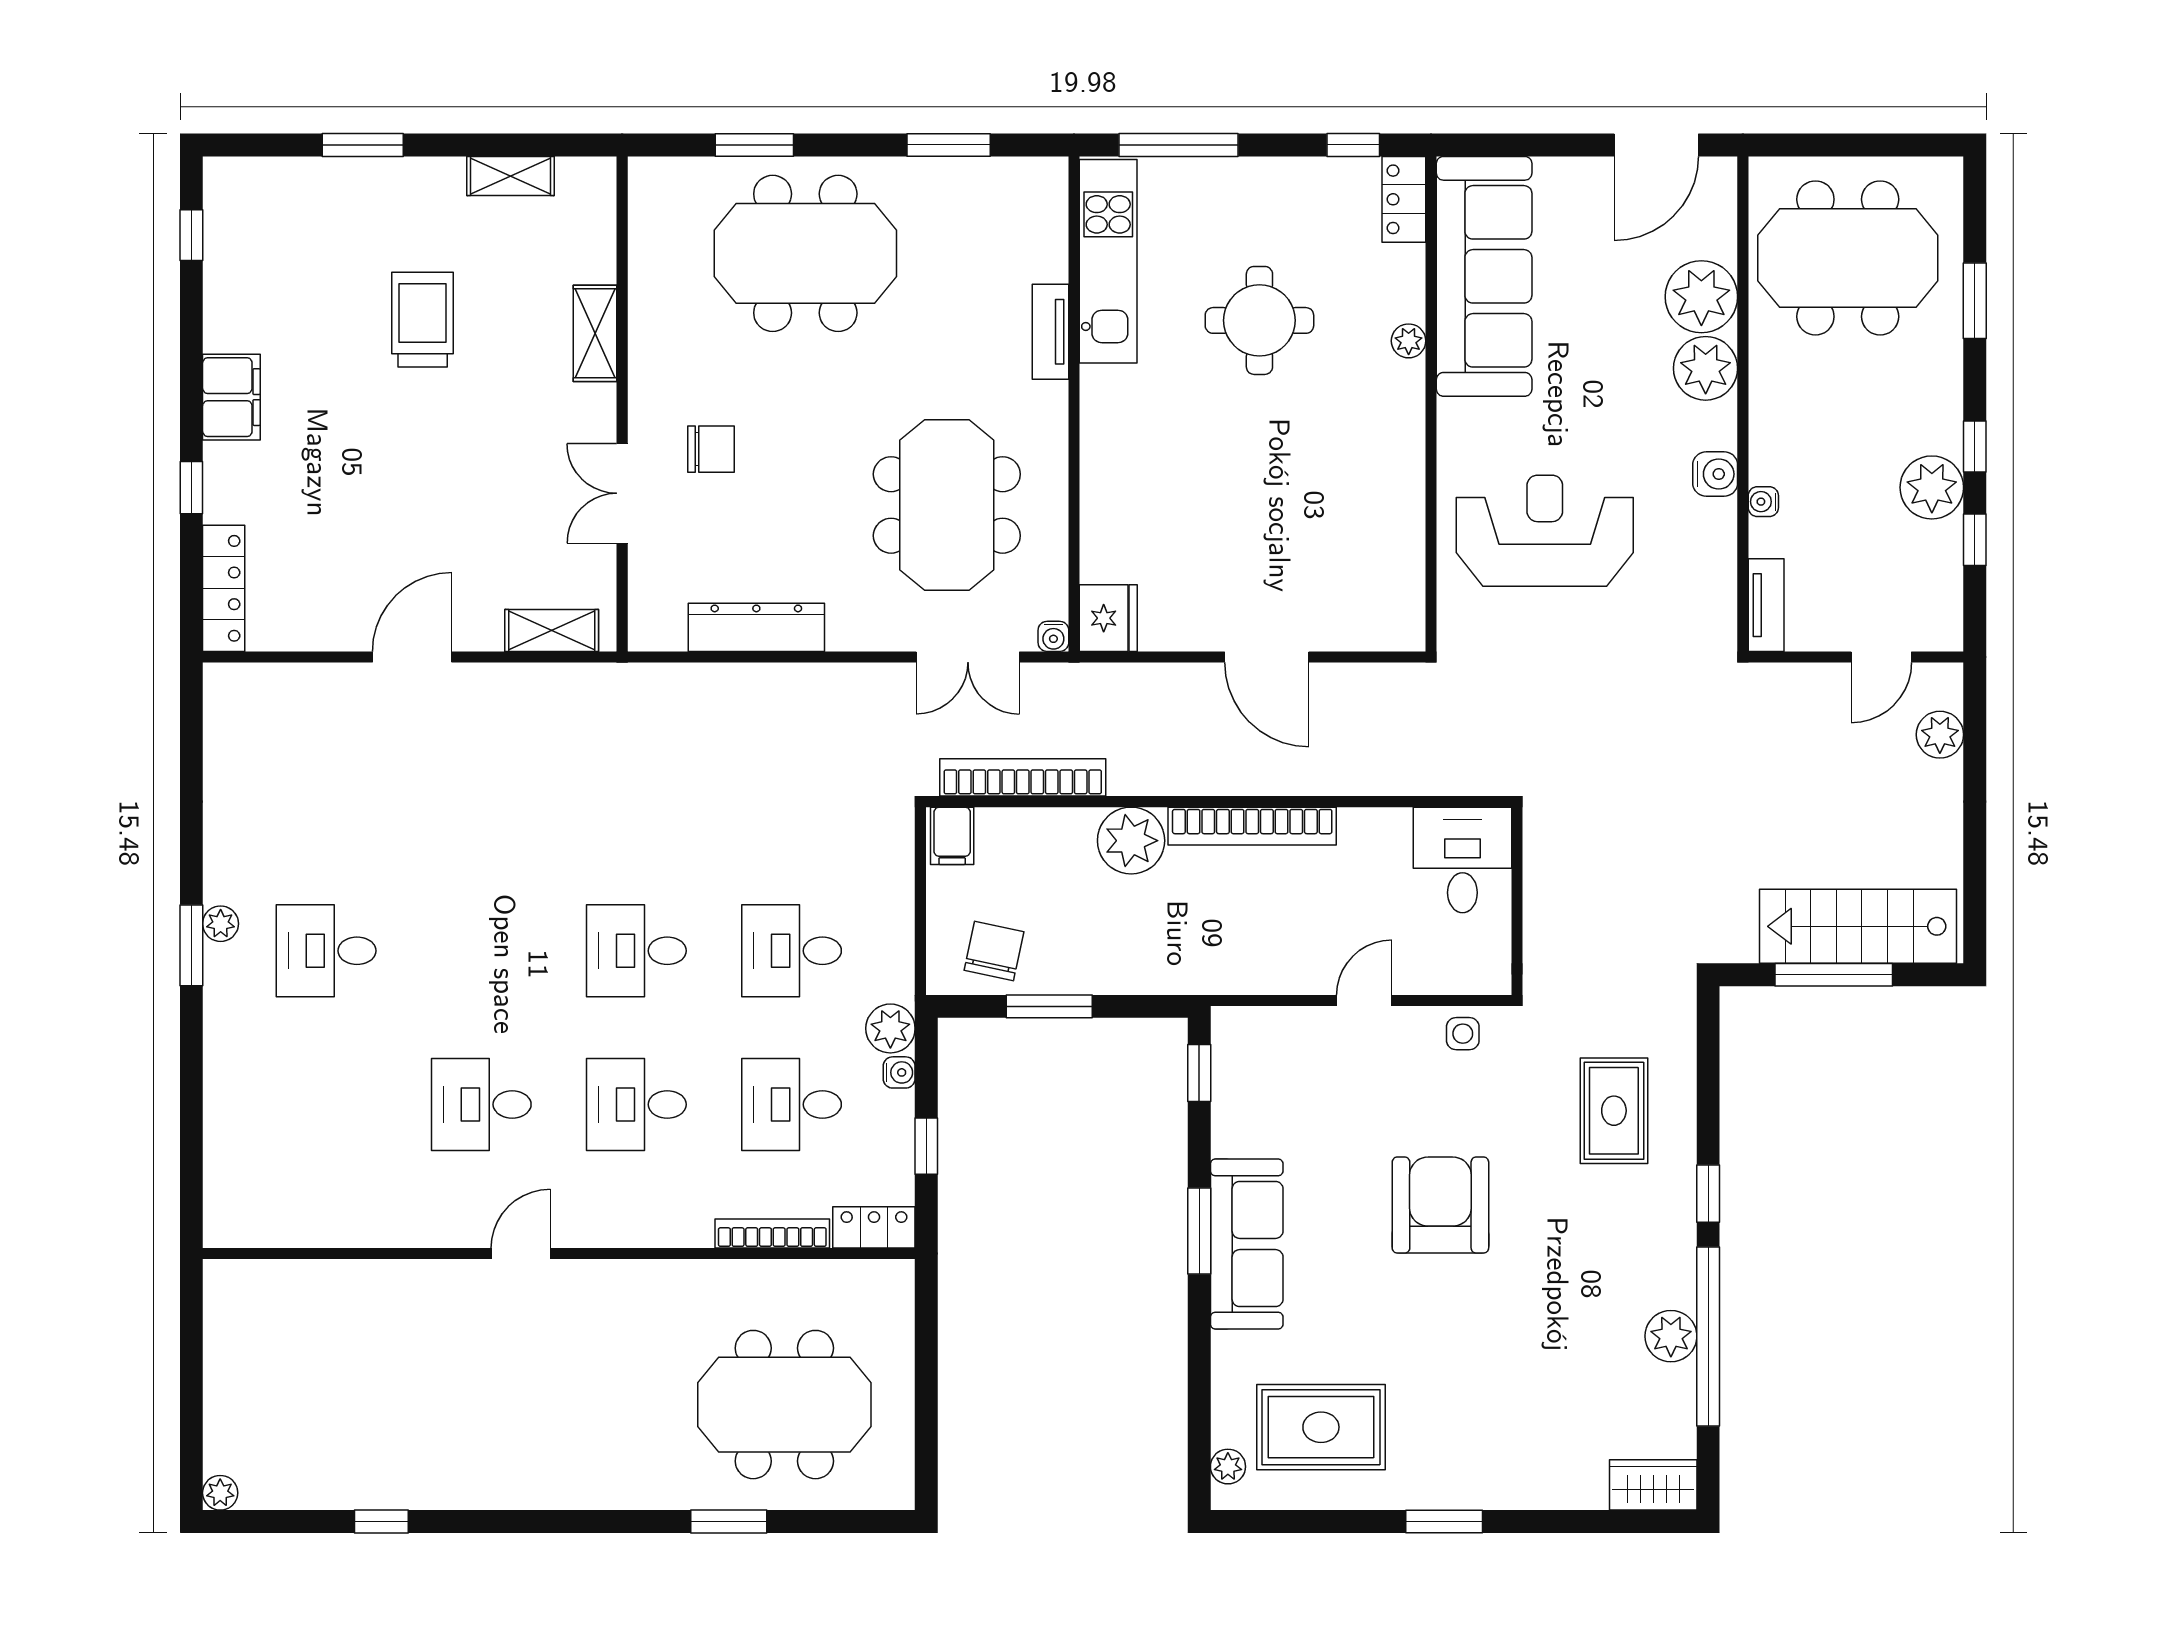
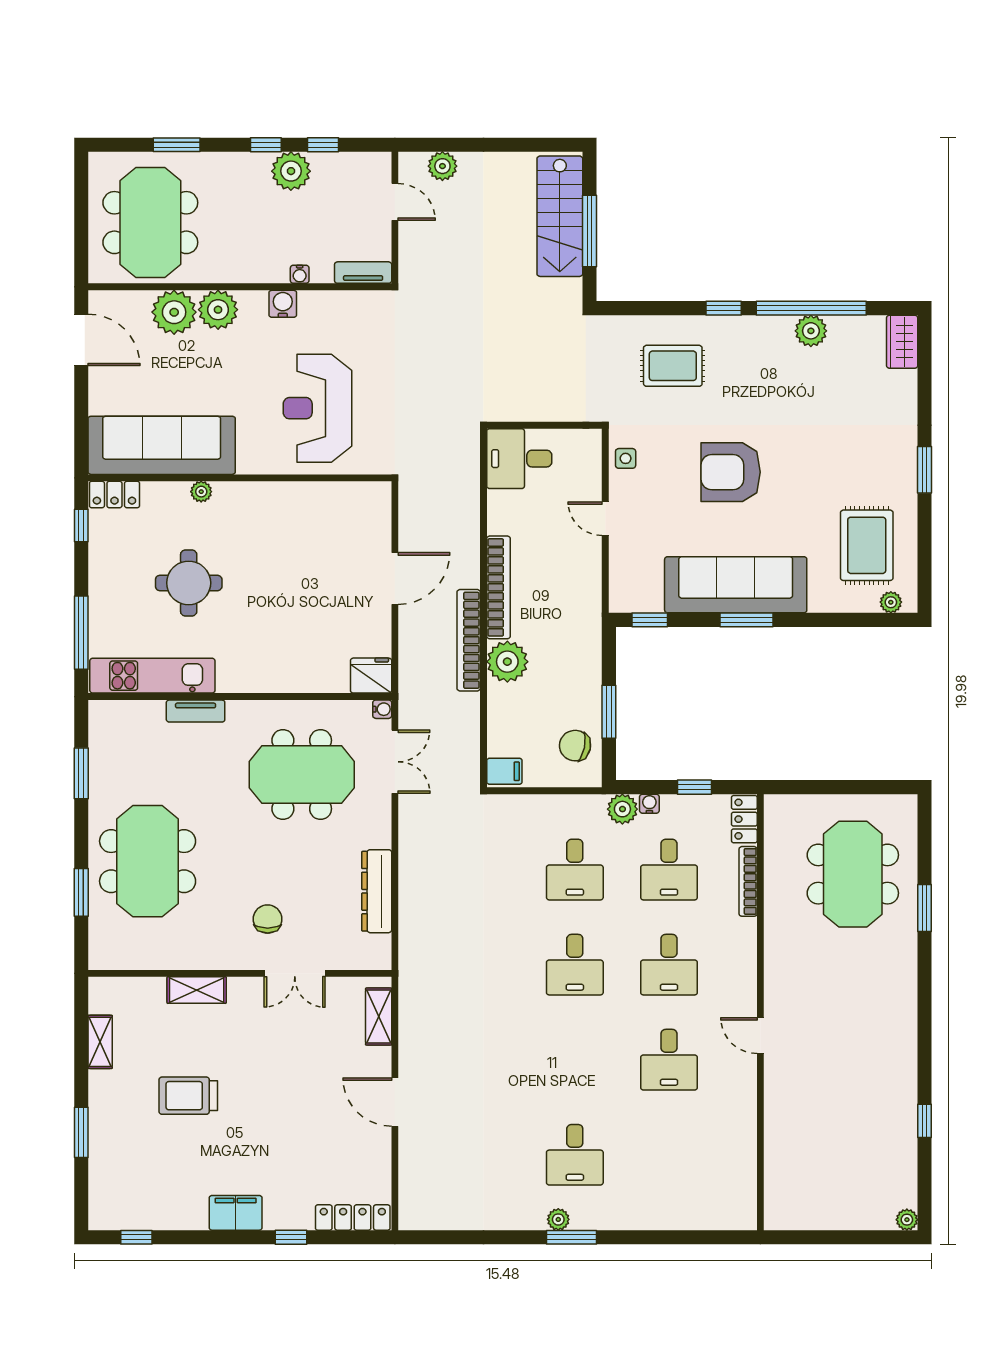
bookcase: (1023, 777) -> (469, 640), moved
sofa: (1247, 1244) -> (736, 585), width x1.36, depth x1.27

